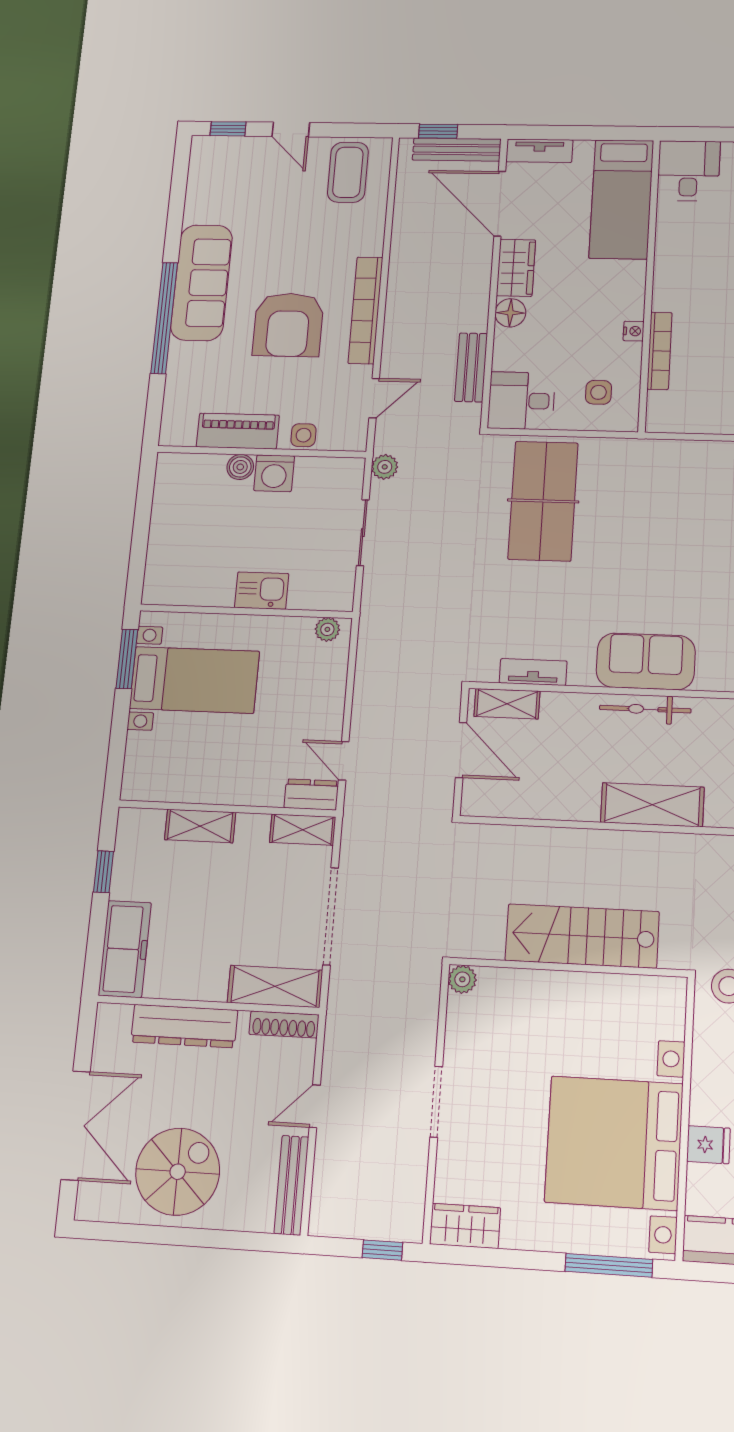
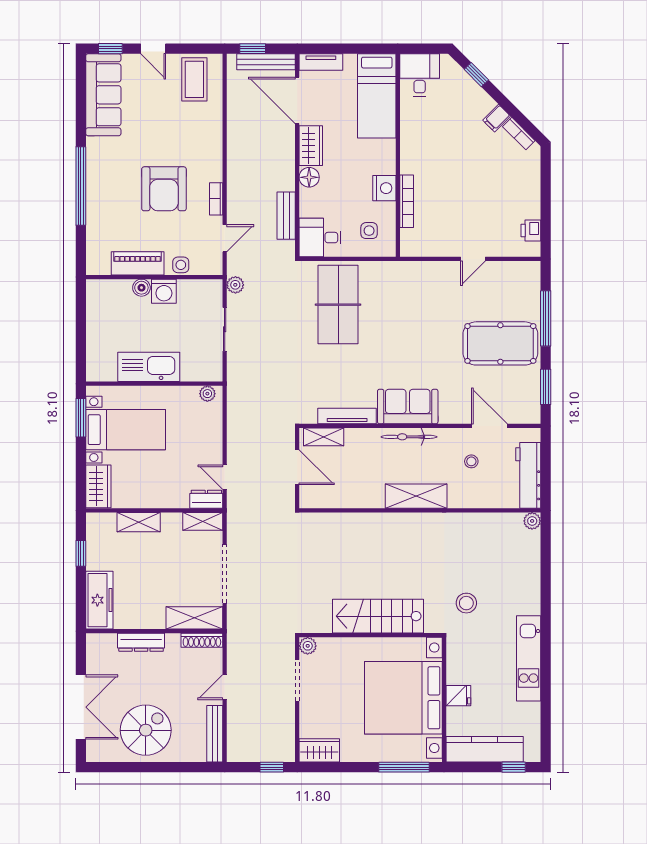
sofa: (202, 283) -> (103, 95), moved
bookcase: (366, 310) -> (216, 199), width x0.43, depth x0.76
nightstand: (634, 331) -> (384, 188), width x1.89, depth x1.79
kitchen sink: (262, 591) -> (149, 367), width x1.87, depth x1.24
tv unit: (533, 672) -> (347, 416), width x1.41
wardrobe: (143, 766) -> (98, 486), added
stairs: (582, 936) -> (378, 616), moved
wall: (568, 967) -> (371, 635), moved
plant: (462, 979) -> (308, 646), moved
dresser: (184, 1026) -> (141, 642), width x0.73, depth x0.80

